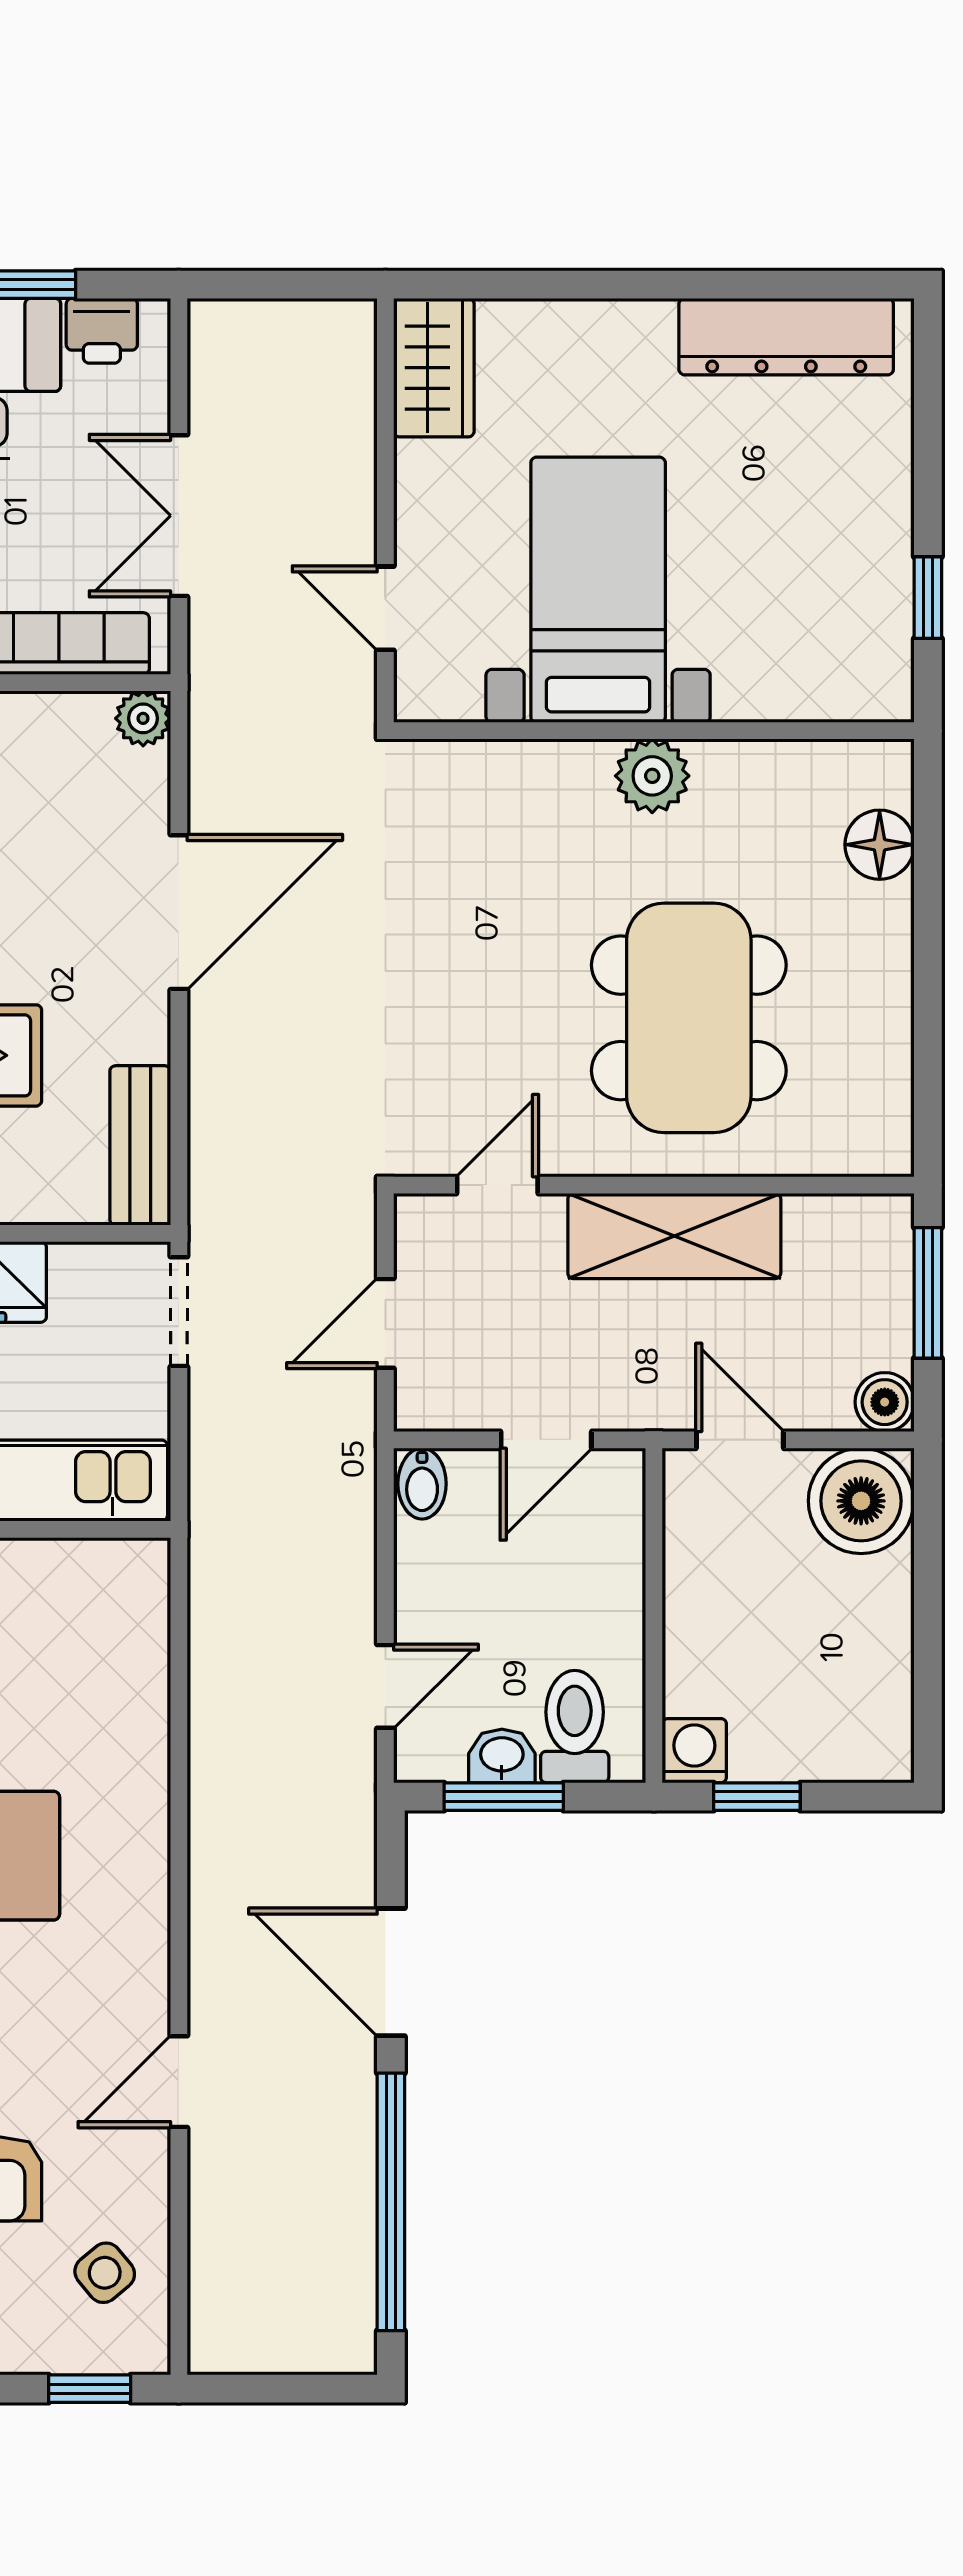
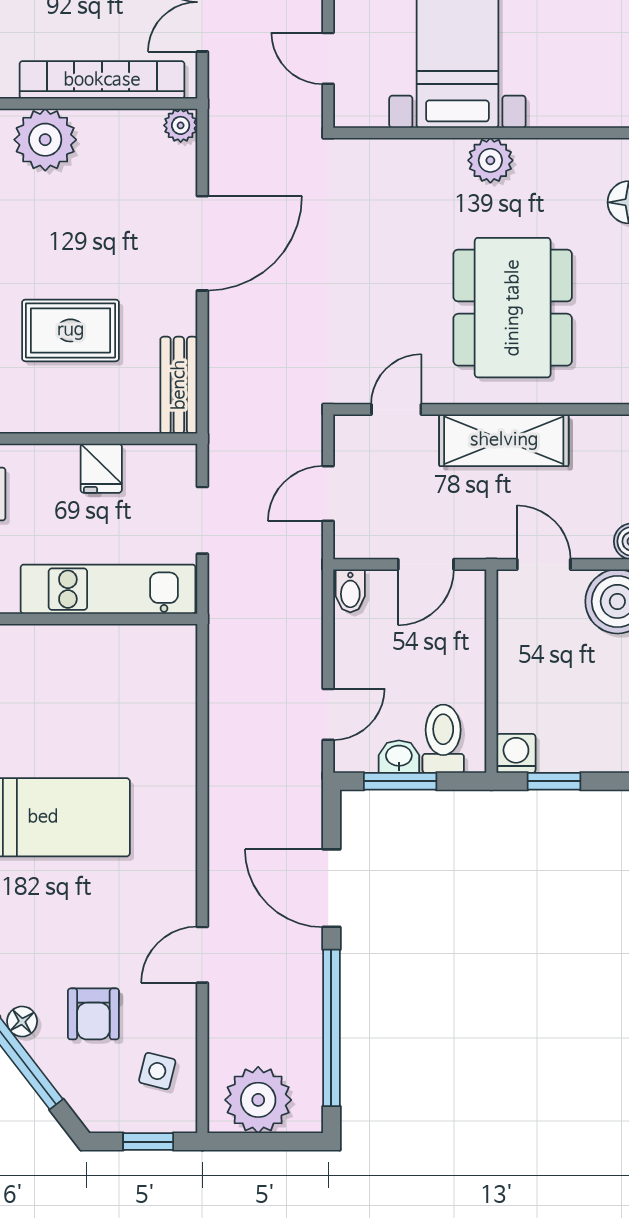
doorway: (179, 1312) -> (202, 520), moved
side table: (105, 2273) -> (157, 1071), turned -36
plant: (271, 2320) -> (258, 1100), added

